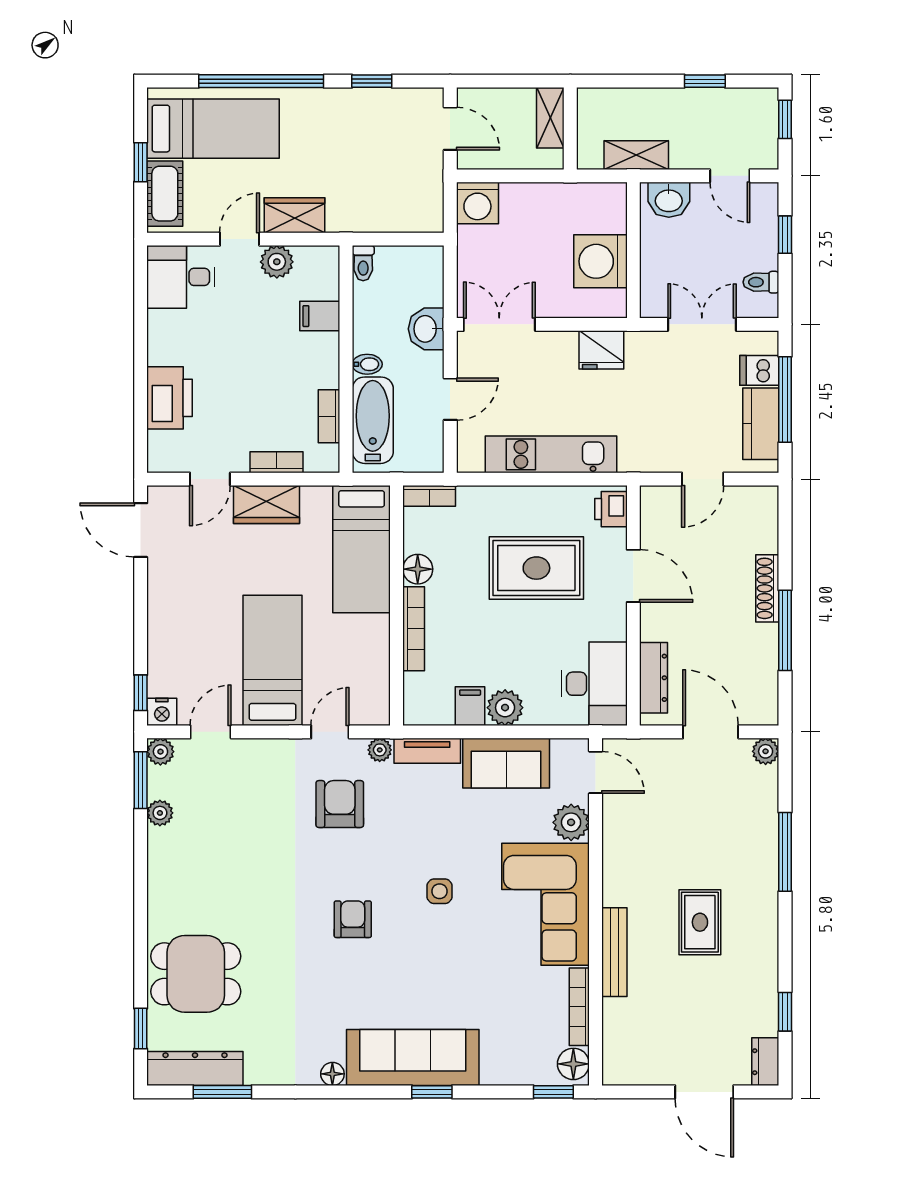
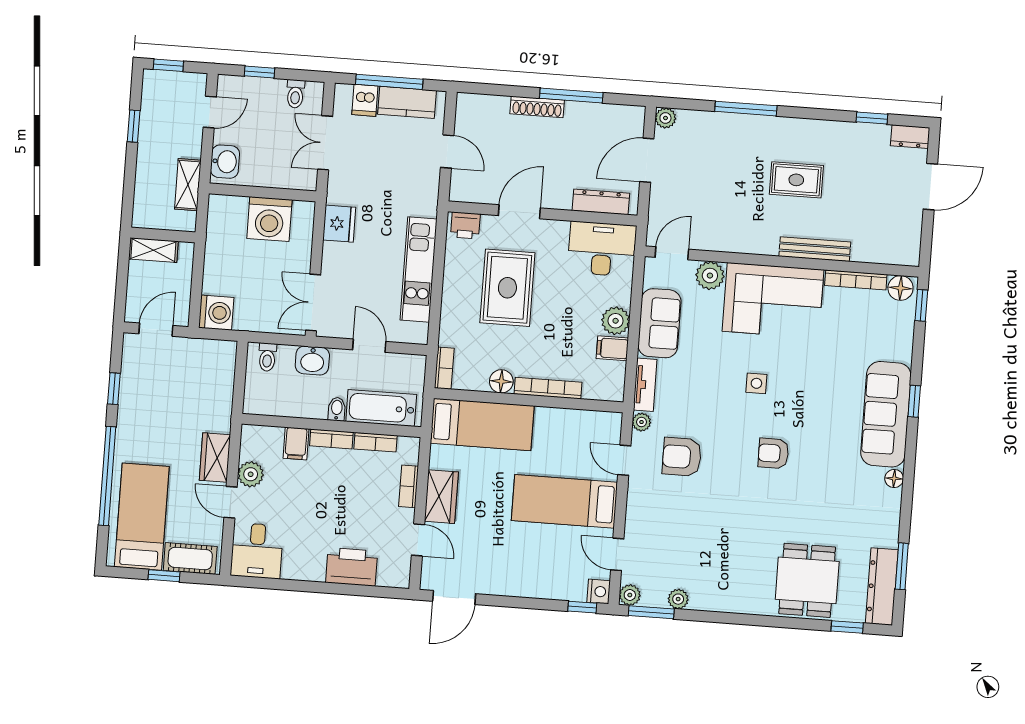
toilet: (363, 263) -> (267, 357), moved, turned 90
bookcase: (329, 360) -> (331, 439), added

